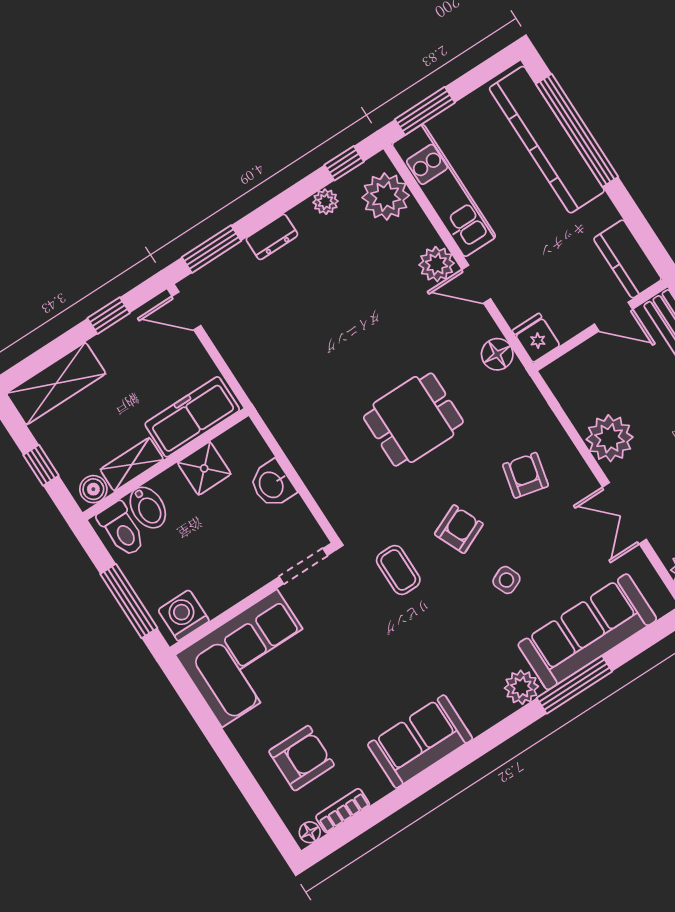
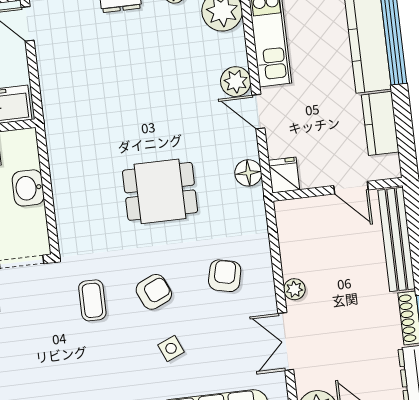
kitchen counter: (628, 259) -> (380, 123), moved
plant: (610, 438) -> (294, 289), width x0.53, depth x0.53

